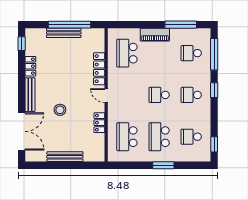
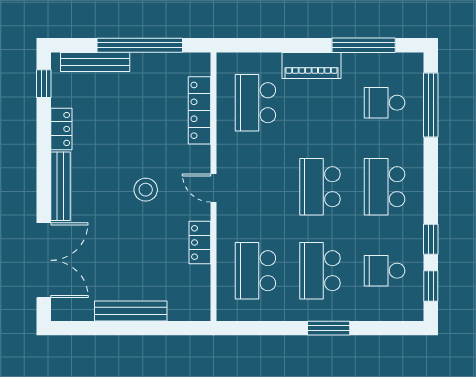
bench: (64, 33) -> (95, 62), moved
locker: (99, 69) -> (200, 110), moved
window: (214, 90) -> (431, 239), moved
school desk: (159, 95) -> (320, 187), width x1.85
school desk: (191, 95) -> (385, 187), width x1.85
stool: (60, 110) -> (146, 190), moved

